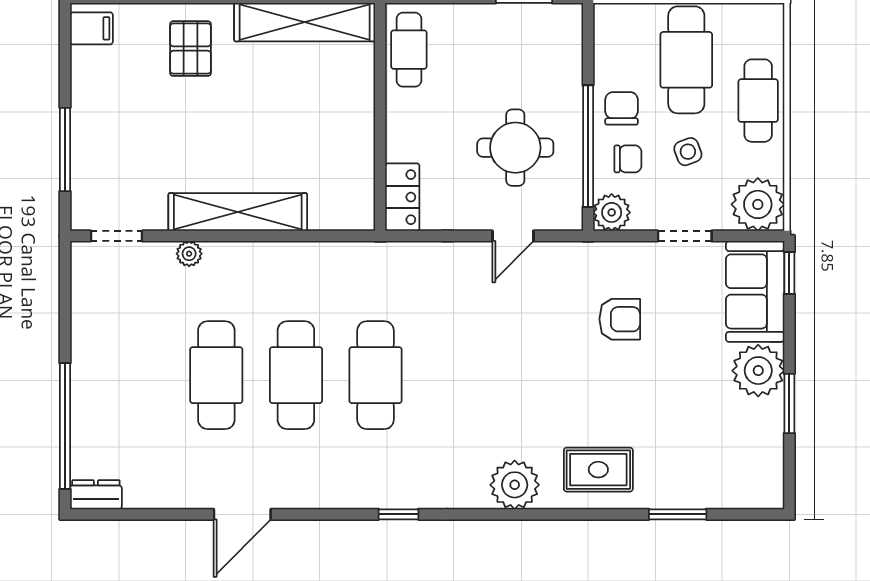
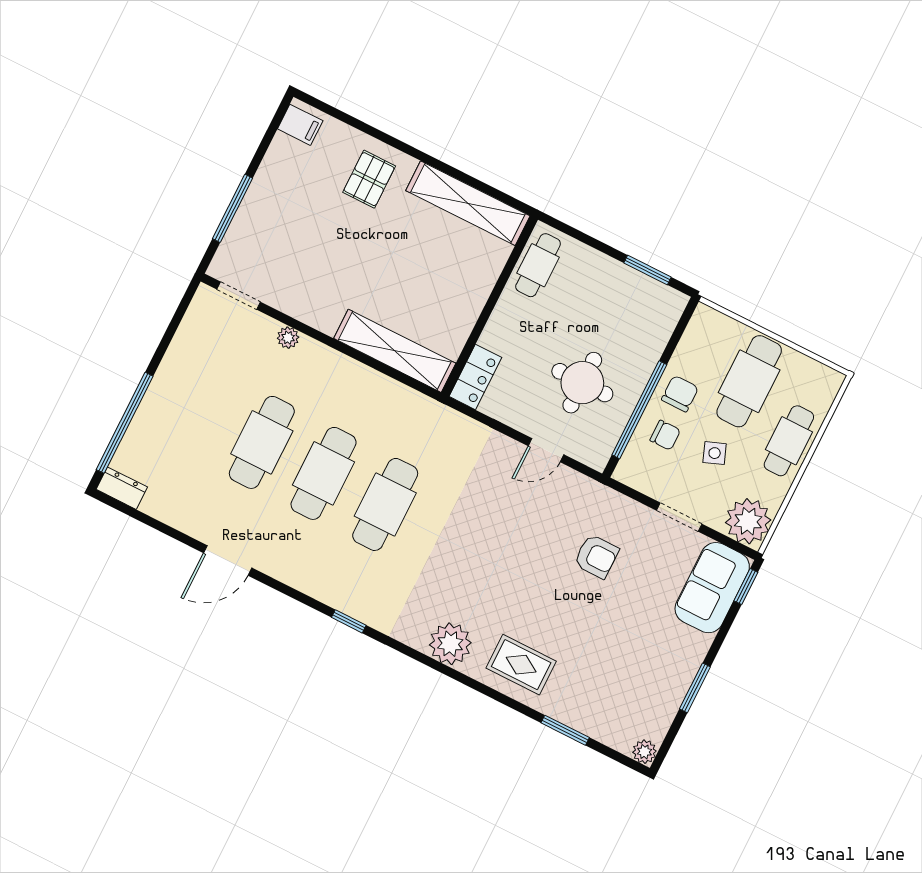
shelving: (238, 212) -> (395, 351), moved
plant: (612, 212) -> (632, 470), removed
plant: (758, 371) -> (644, 752), moved, width x0.53, depth x0.53

